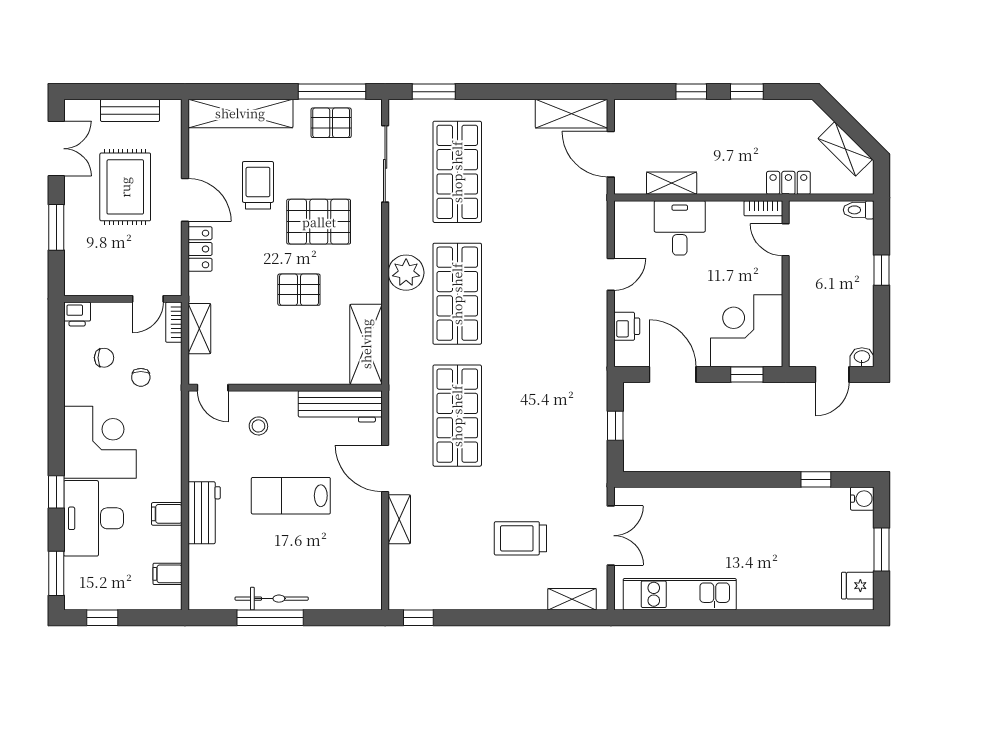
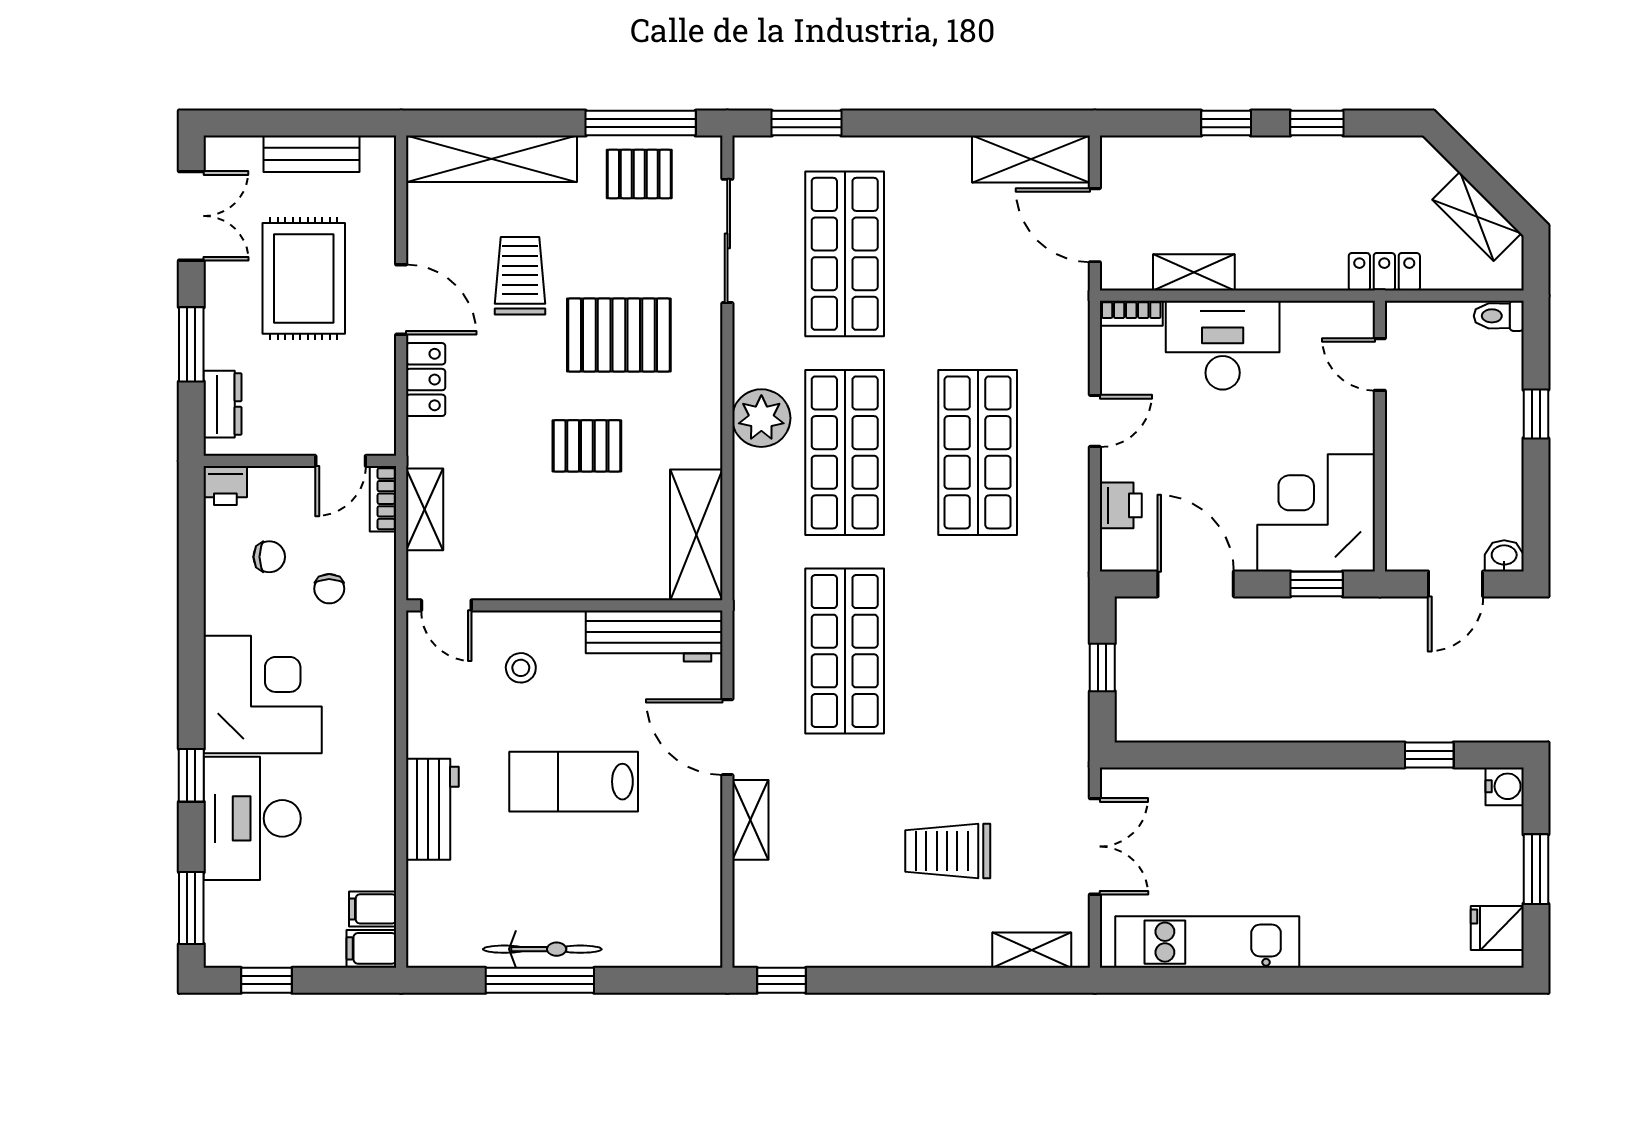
bookcase: (763, 208) -> (1131, 313), moved
desk: (680, 228) -> (1223, 345), width x1.37
dresser: (75, 264) -> (223, 404), added
shop shelf: (539, 294) -> (978, 452), added
filing cabinet: (167, 514) -> (371, 948), moved

